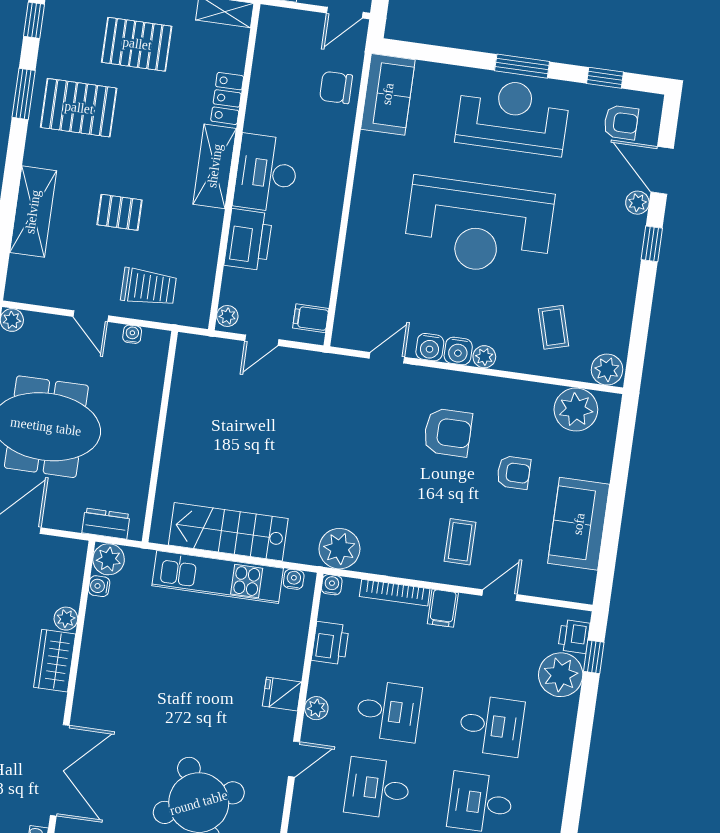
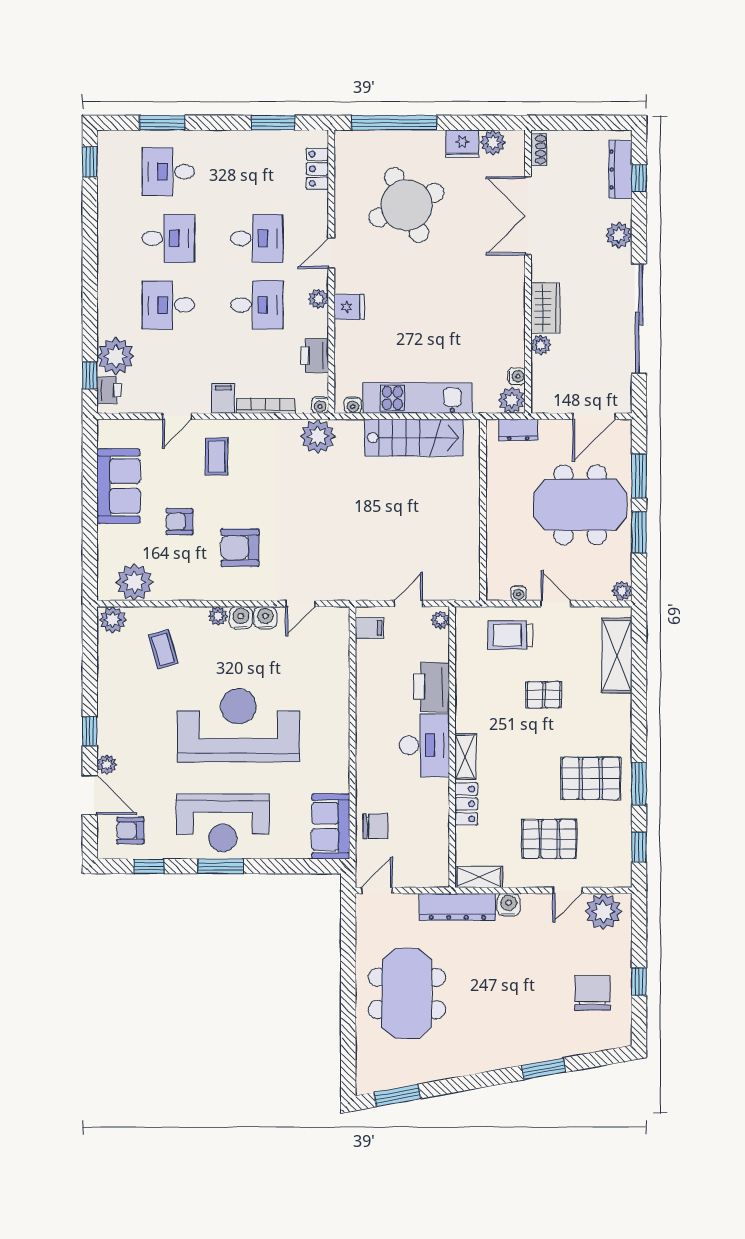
shelving: (215, 166) -> (465, 757), width x0.67, depth x0.75
shelving: (33, 212) -> (617, 656), moved
desk: (389, 711) -> (257, 305), turned 180

